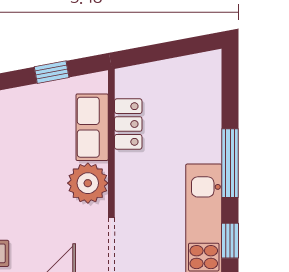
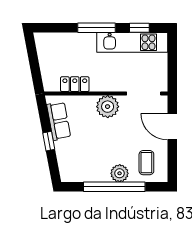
window: (52, 72) -> (49, 141), moved
row of seats: (92, 127) -> (59, 121), moved, turned -101

